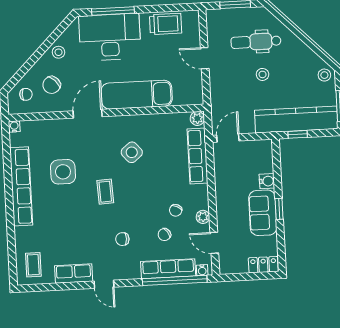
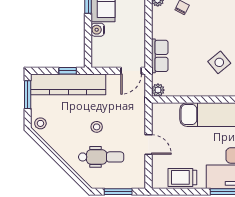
row of seats: (198, 156) -> (160, 56), width x0.68

